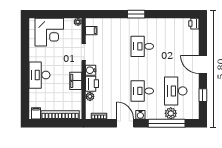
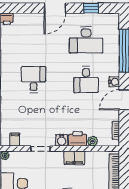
desk: (142, 46) -> (33, 80), turned 180
plant: (171, 113) -> (112, 46), removed

